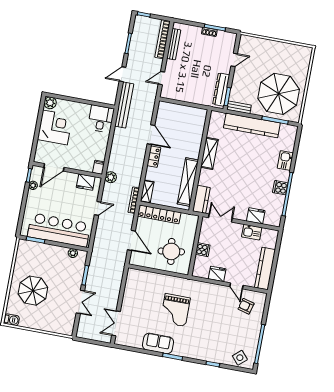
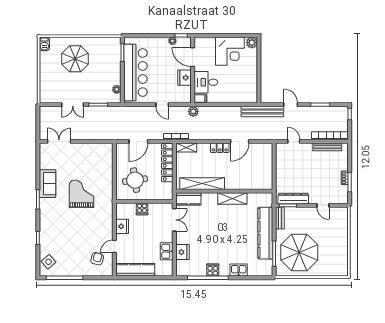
desk: (101, 119) -> (206, 82), moved, turned 180
fridge: (86, 182) -> (185, 78), moved
grand piano: (175, 310) -> (82, 194), turned 90

